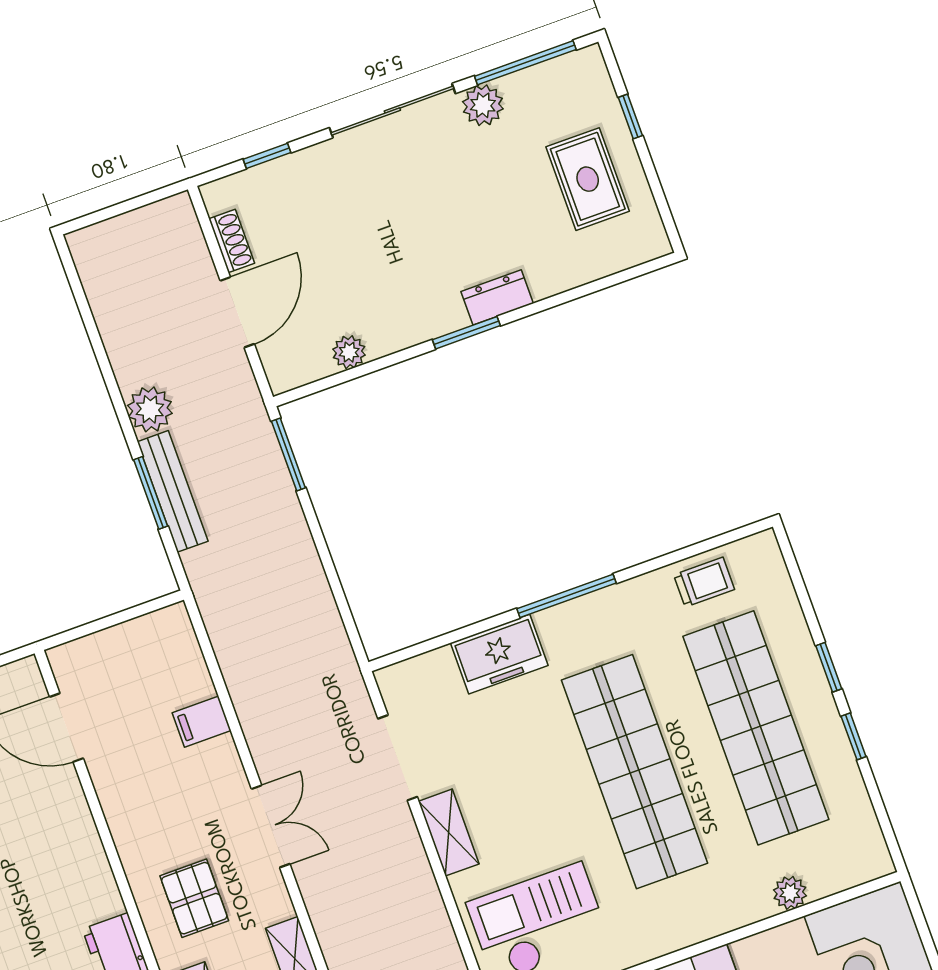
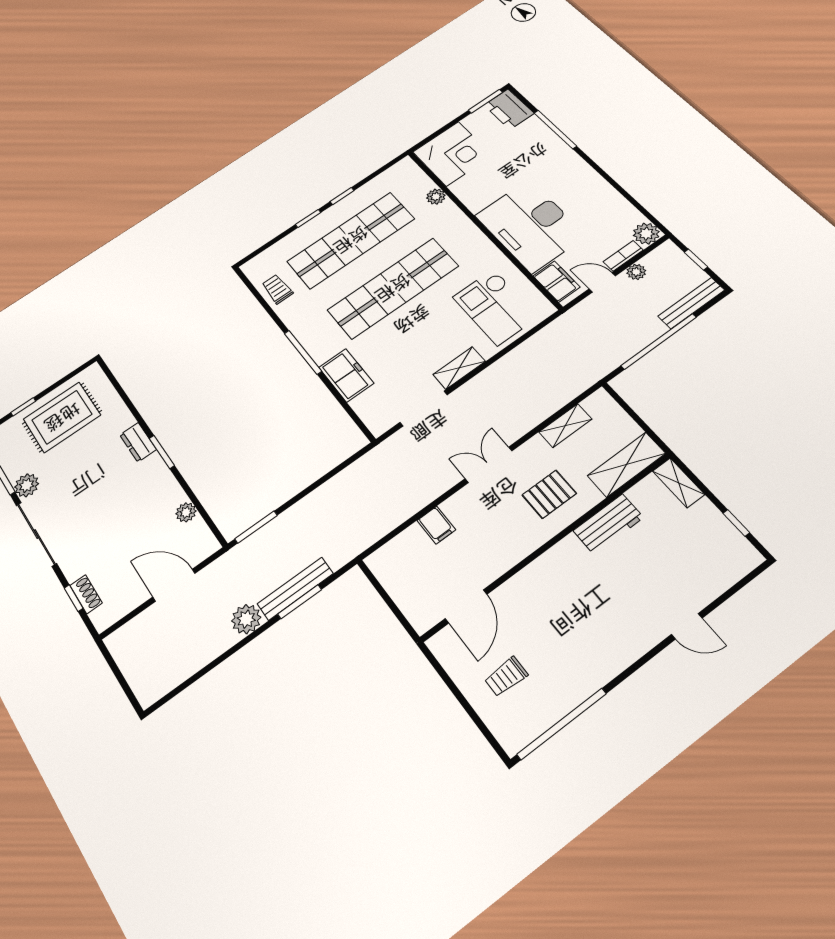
rug: (588, 179) -> (62, 417), width x1.36, depth x1.43
shoe rack: (232, 241) -> (86, 594), moved, turned 90

